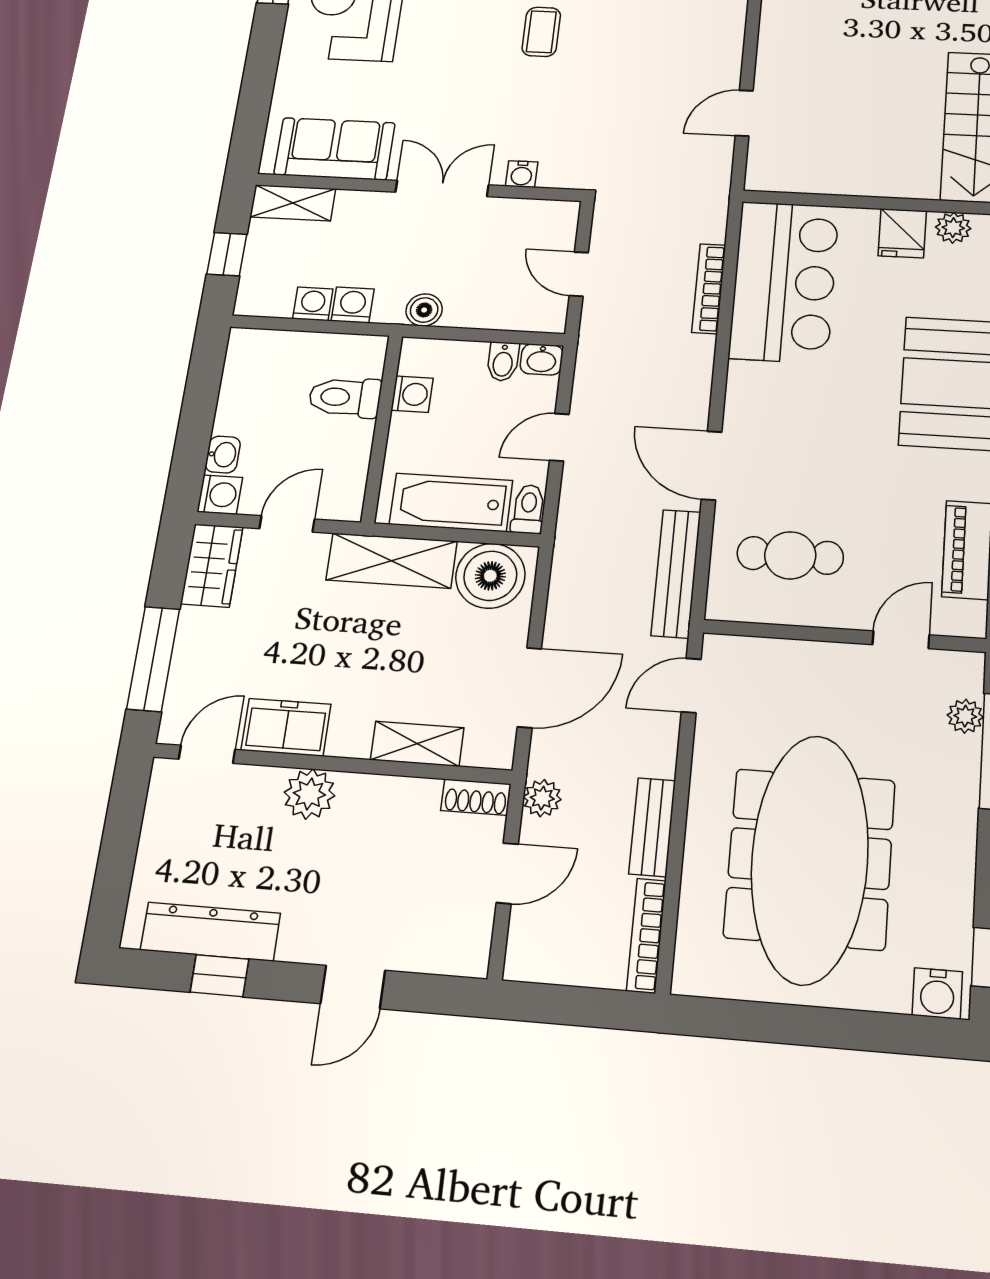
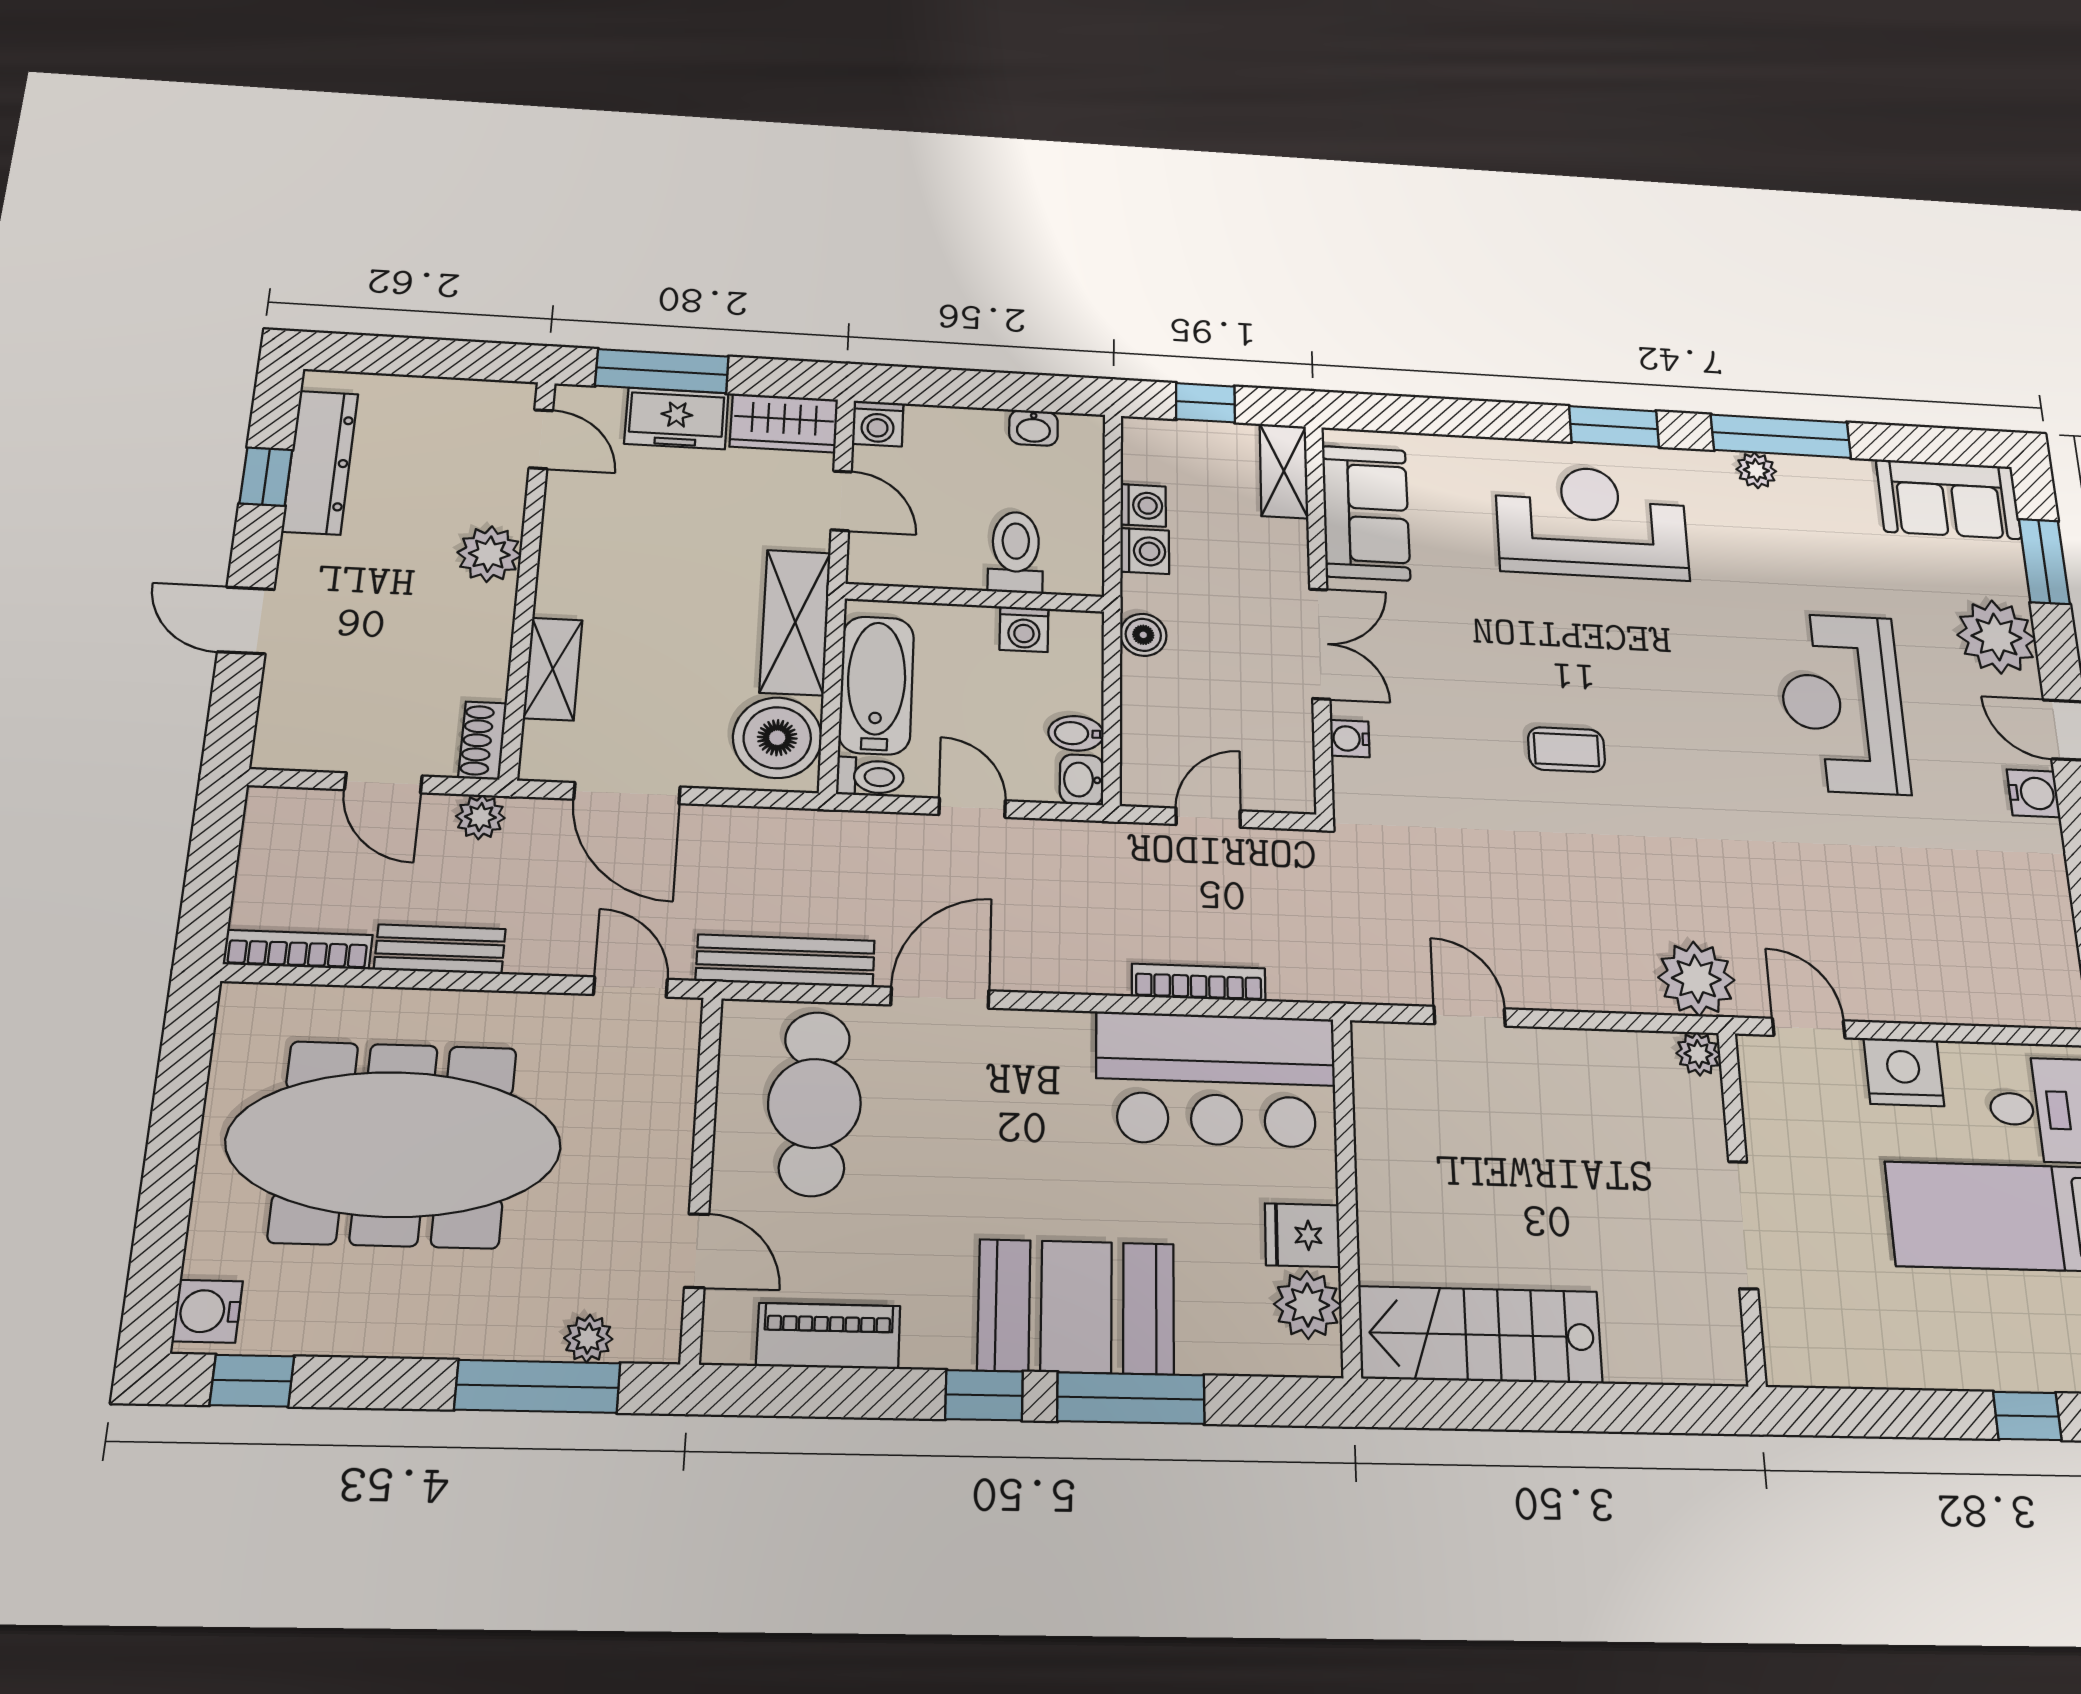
plant: (953, 228) -> (1308, 1305), width x1.38, depth x1.38
washbasin: (223, 455) -> (1033, 428), moved
cafe table: (790, 555) -> (814, 1103), width x1.37, depth x1.35
freezer: (286, 727) -> (677, 418), moved, turned 90

